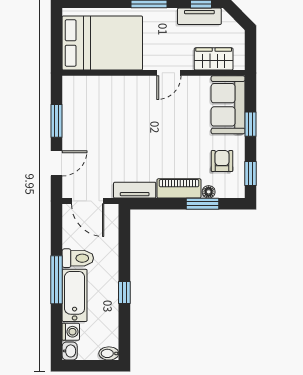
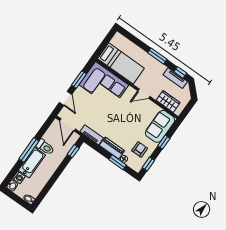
bed: (102, 43) -> (121, 63), width x0.67
corner sofa: (100, 102) -> (104, 85), added
door: (57, 163) -> (66, 98), hinge flipped
window: (124, 292) -> (73, 151), moved

